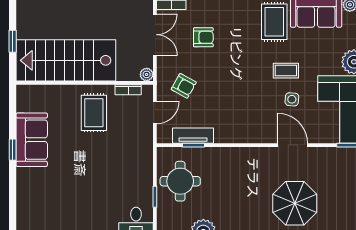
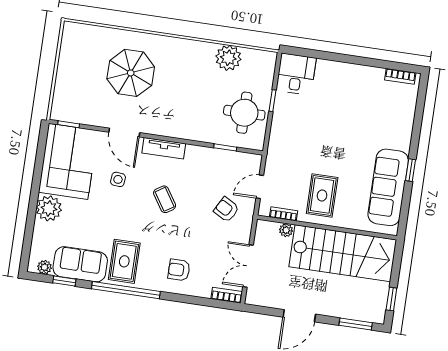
armchair: (203, 37) -> (179, 270), moved
window: (13, 41) -> (391, 299), moved
coffee table: (286, 71) -> (165, 199), moved, turned 57
plant: (147, 74) -> (286, 230), moved
tv unit: (193, 136) -> (164, 148), moved
sofa: (32, 140) -> (388, 187), width x1.36

